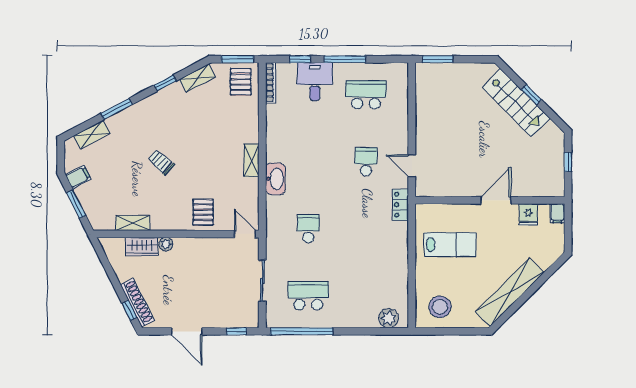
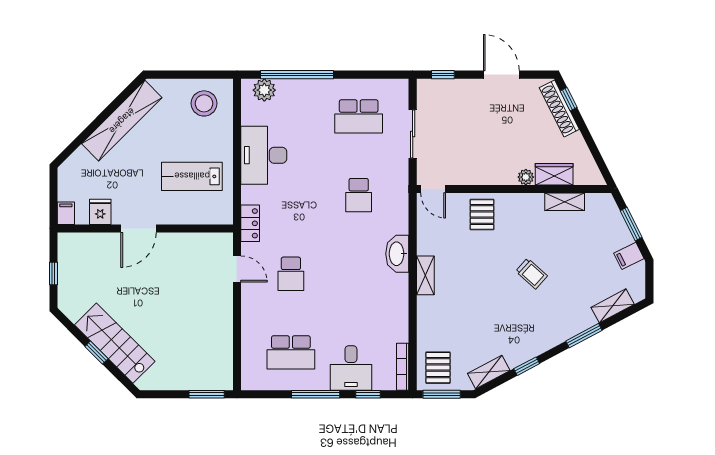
desk: (389, 263) -> (264, 155), added
window: (302, 331) -> (297, 75), moved

